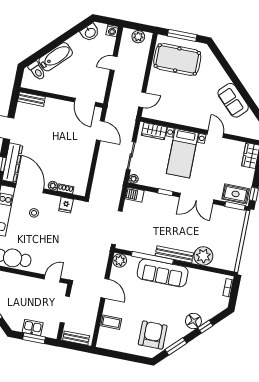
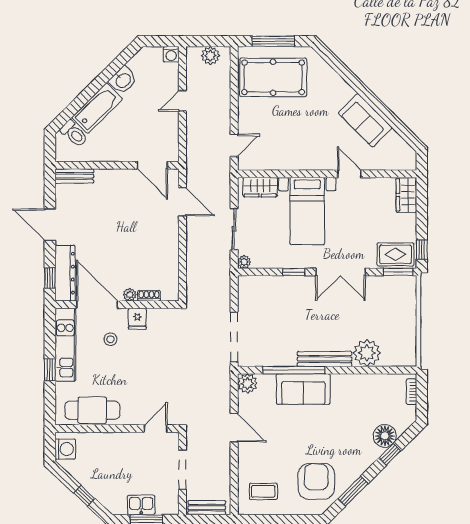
washbasin: (90, 32) -> (123, 80), moved
barbecue: (135, 195) -> (250, 284), removed
fridge: (66, 205) -> (137, 319), moved
sofa: (163, 273) -> (303, 389), width x0.73
floor lamp: (193, 321) -> (385, 436), moved
coffee table: (111, 322) -> (263, 491), moved

